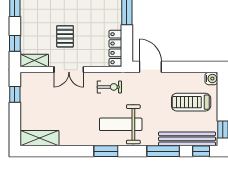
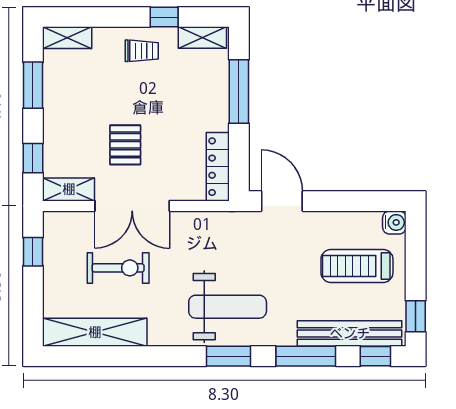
double door: (69, 70) -> (132, 206), width x1.37
exercise bike: (109, 87) -> (118, 268), moved, width x1.38, depth x1.39
weight bench: (121, 124) -> (228, 307), turned 180
shelving: (39, 138) -> (95, 332), width x1.47
window: (106, 151) -> (229, 356), moved

